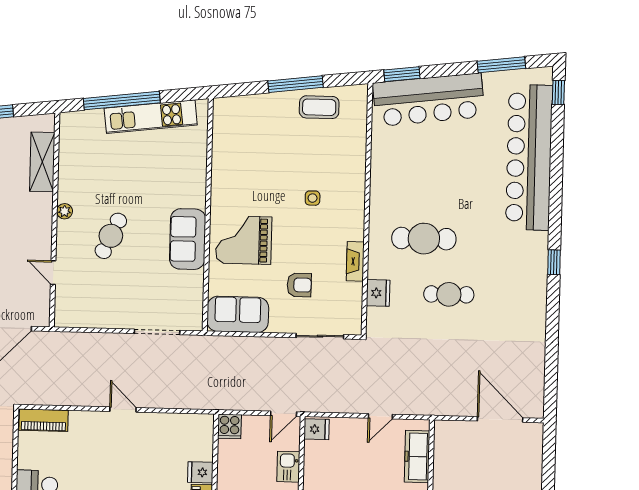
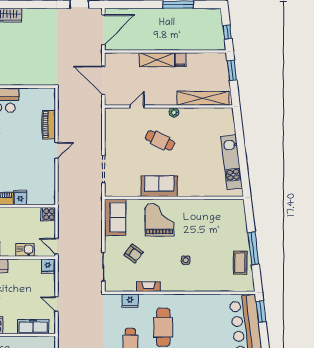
window: (122, 101) -> (241, 145), removed
shelving: (42, 162) -> (203, 98), width x1.47
armchair: (299, 285) -> (134, 254), turned -53
piano: (44, 420) -> (49, 125), moved

